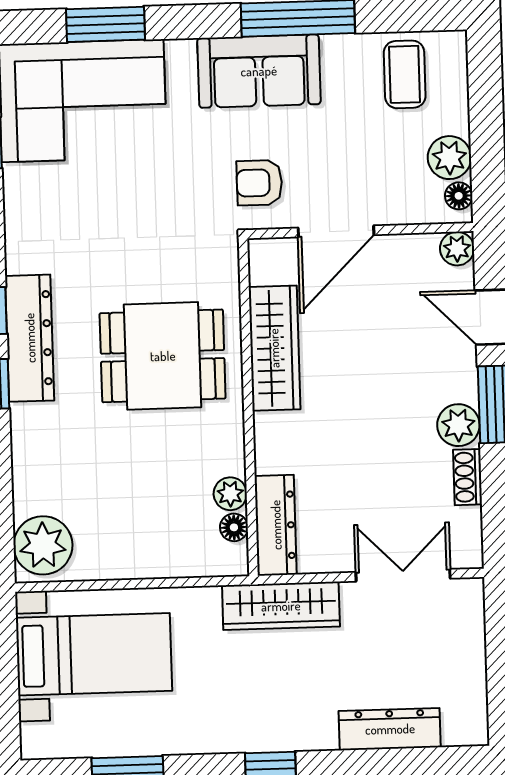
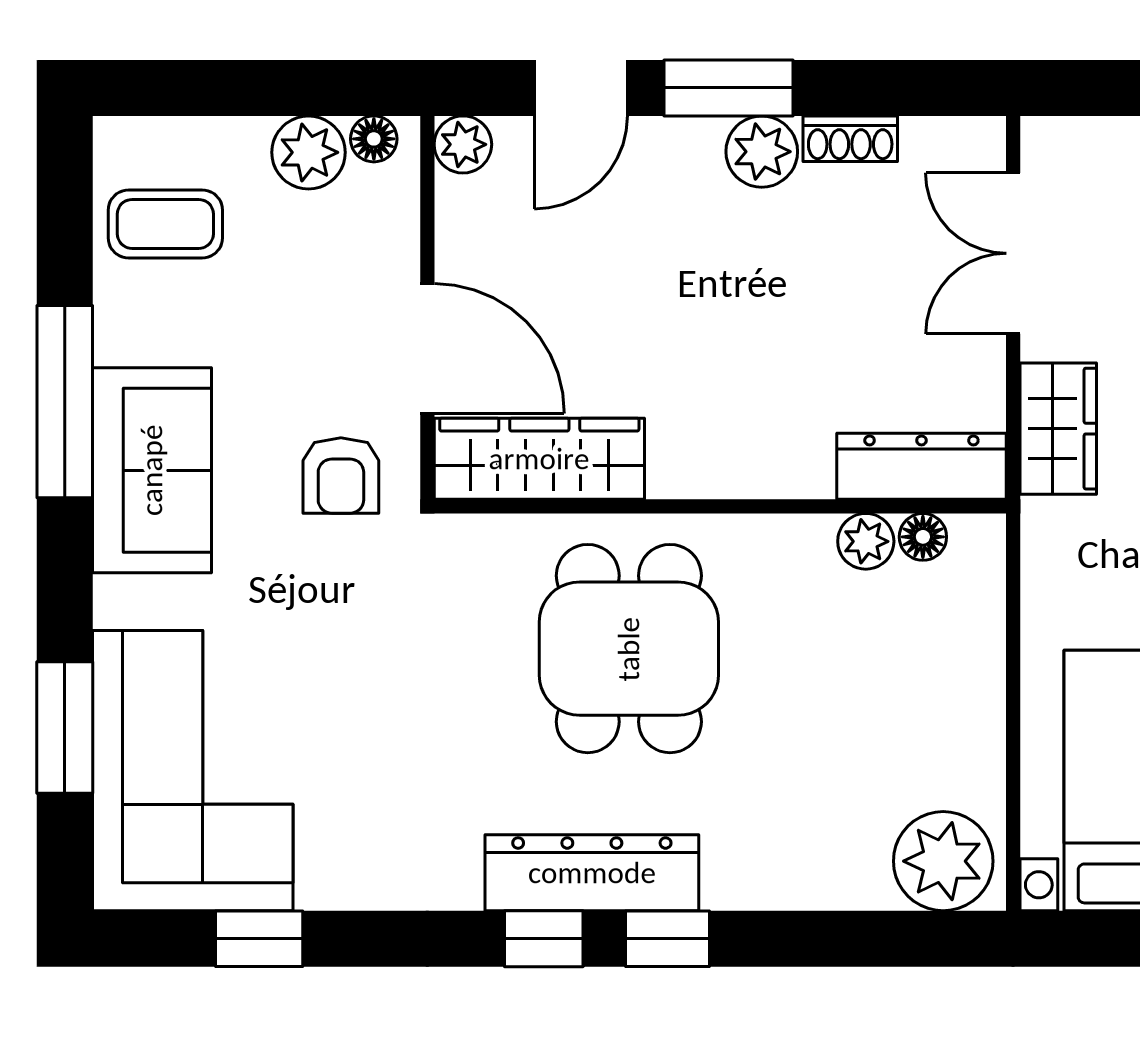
wardrobe: (274, 348) -> (539, 459), moved
wardrobe: (281, 606) -> (1058, 429), width x0.67

